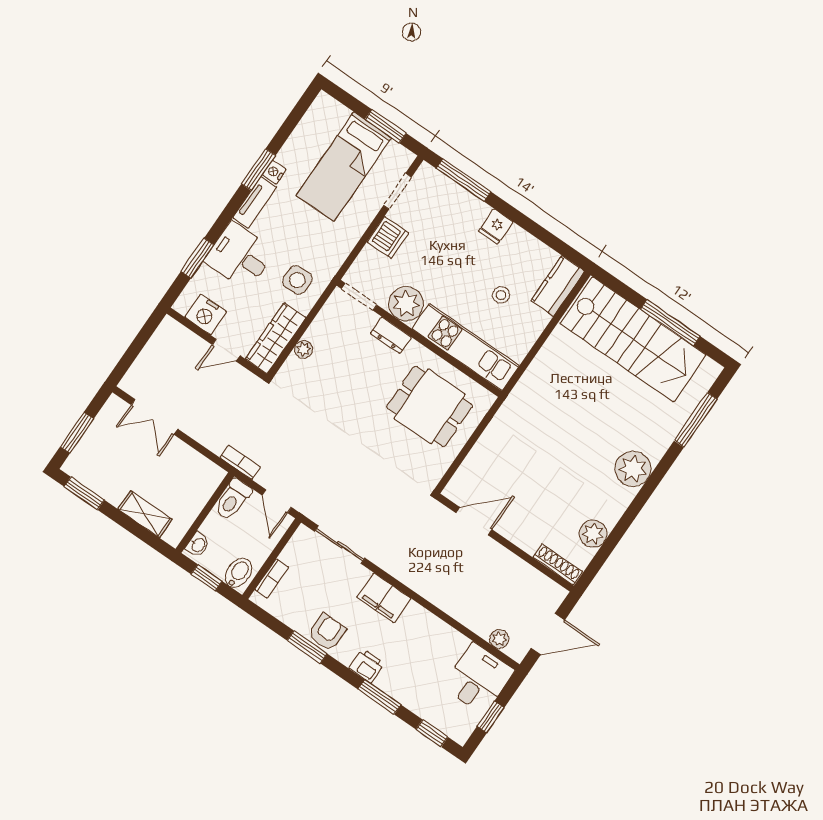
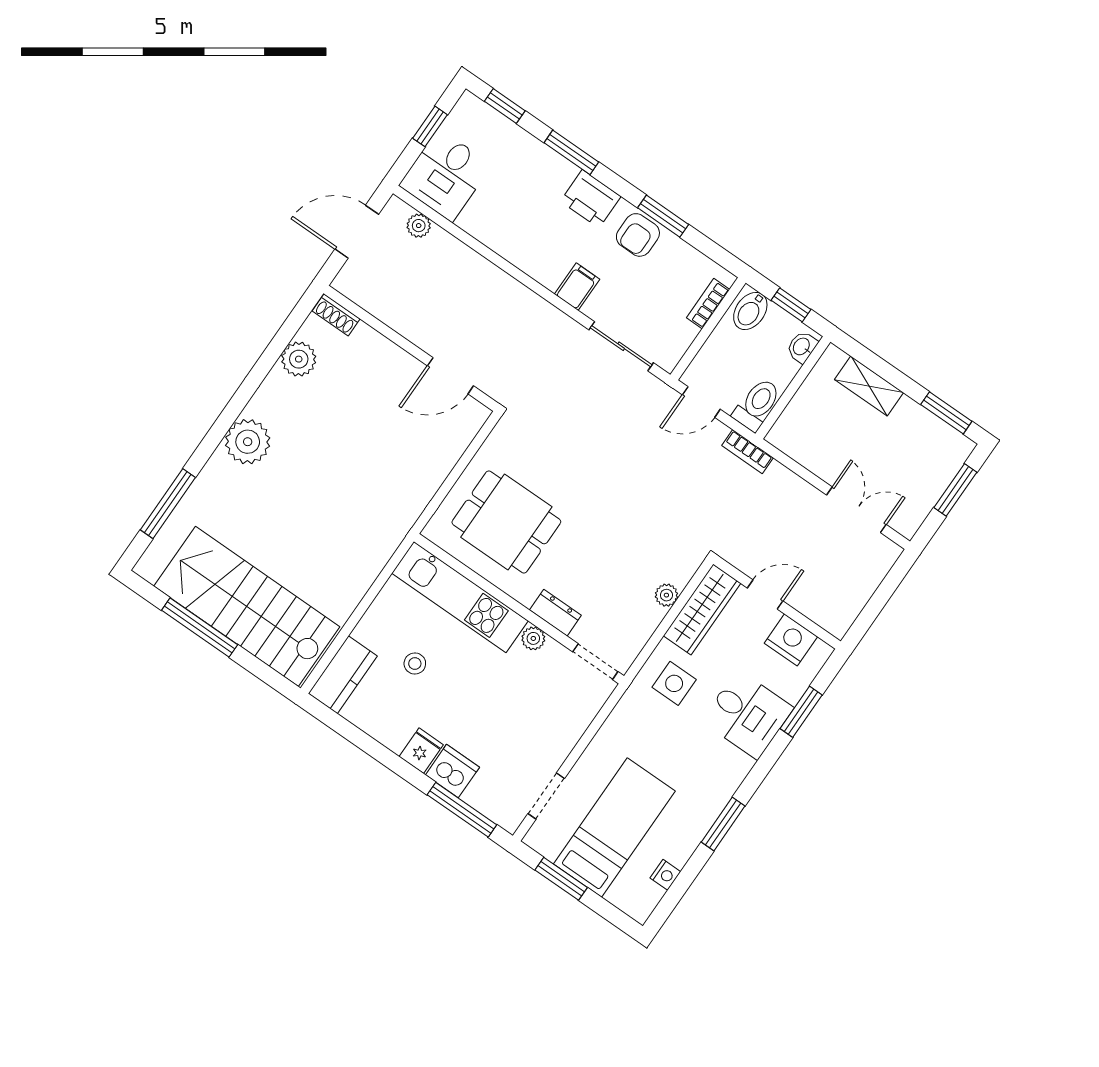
nightstand: (274, 172) -> (665, 875), moved
tv unit: (255, 203) -> (728, 782), removed
dishwasher: (388, 237) -> (452, 771), moved, turned 90
plant: (406, 304) -> (533, 638), width x0.53, depth x0.53
door: (277, 501) -> (701, 402), swing flipped
shoe rack: (558, 564) -> (336, 315), width x0.70
filing cabinet: (384, 598) -> (577, 287), width x0.50
printer: (367, 666) -> (591, 199), width x1.36, depth x1.24

